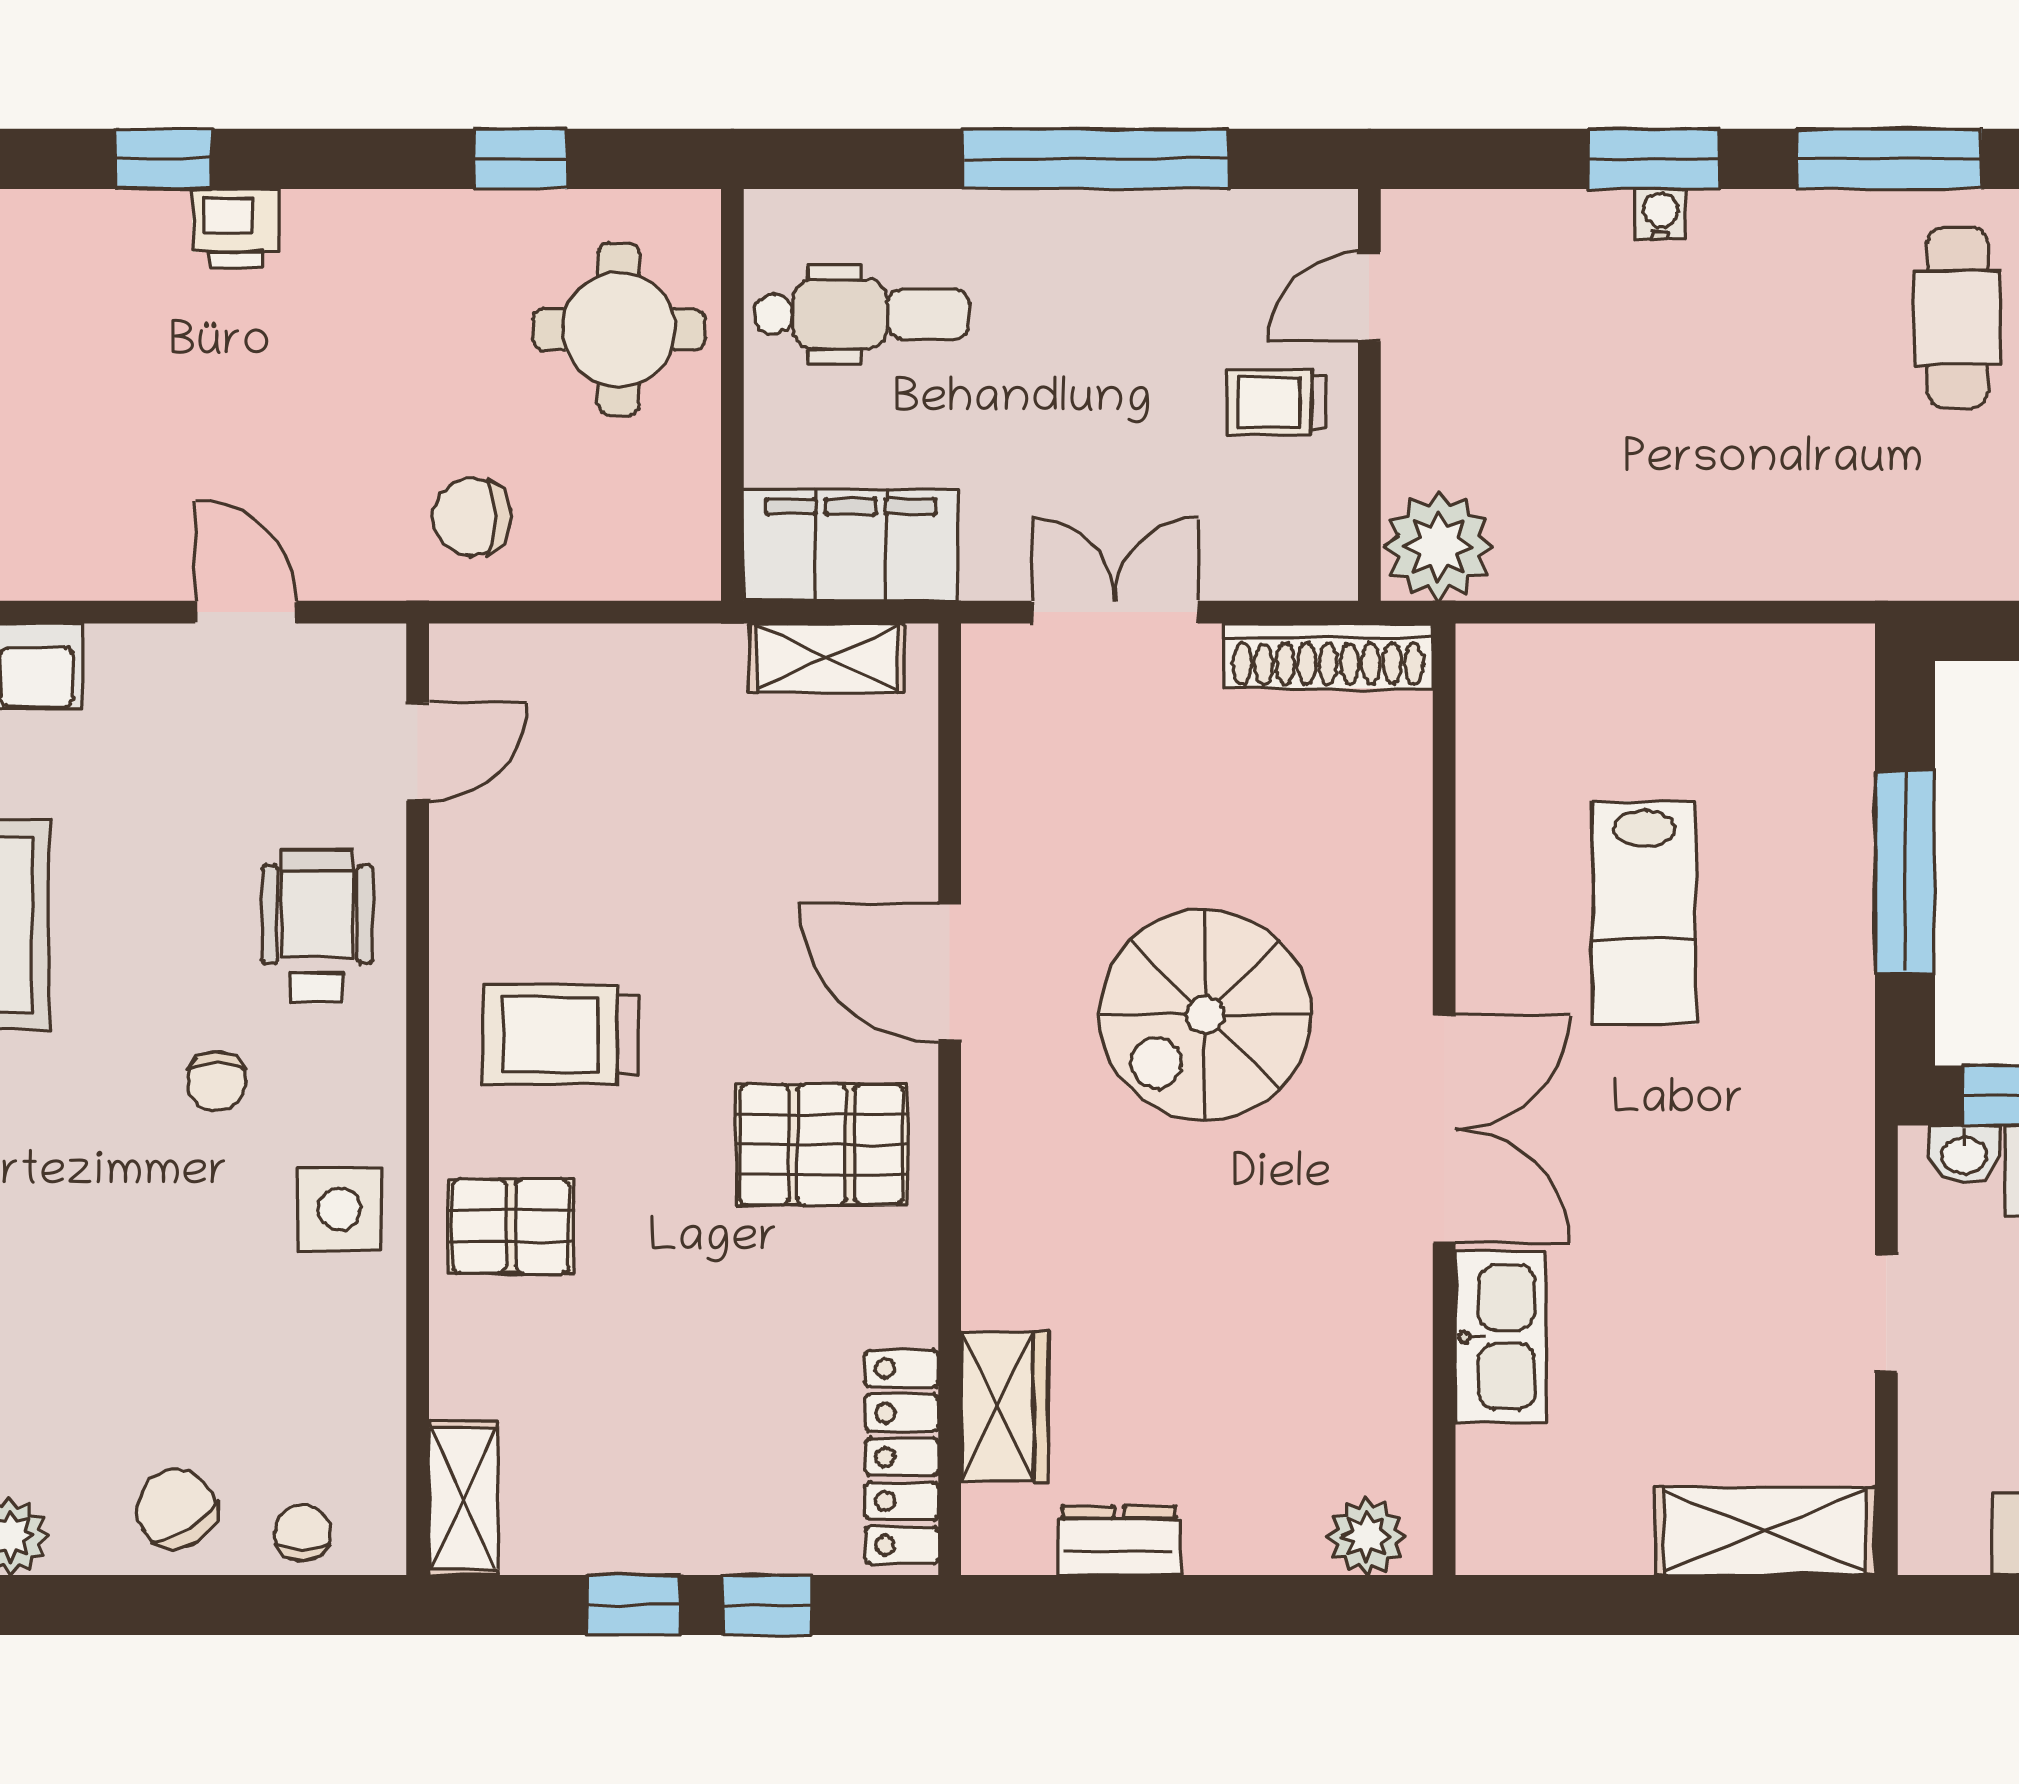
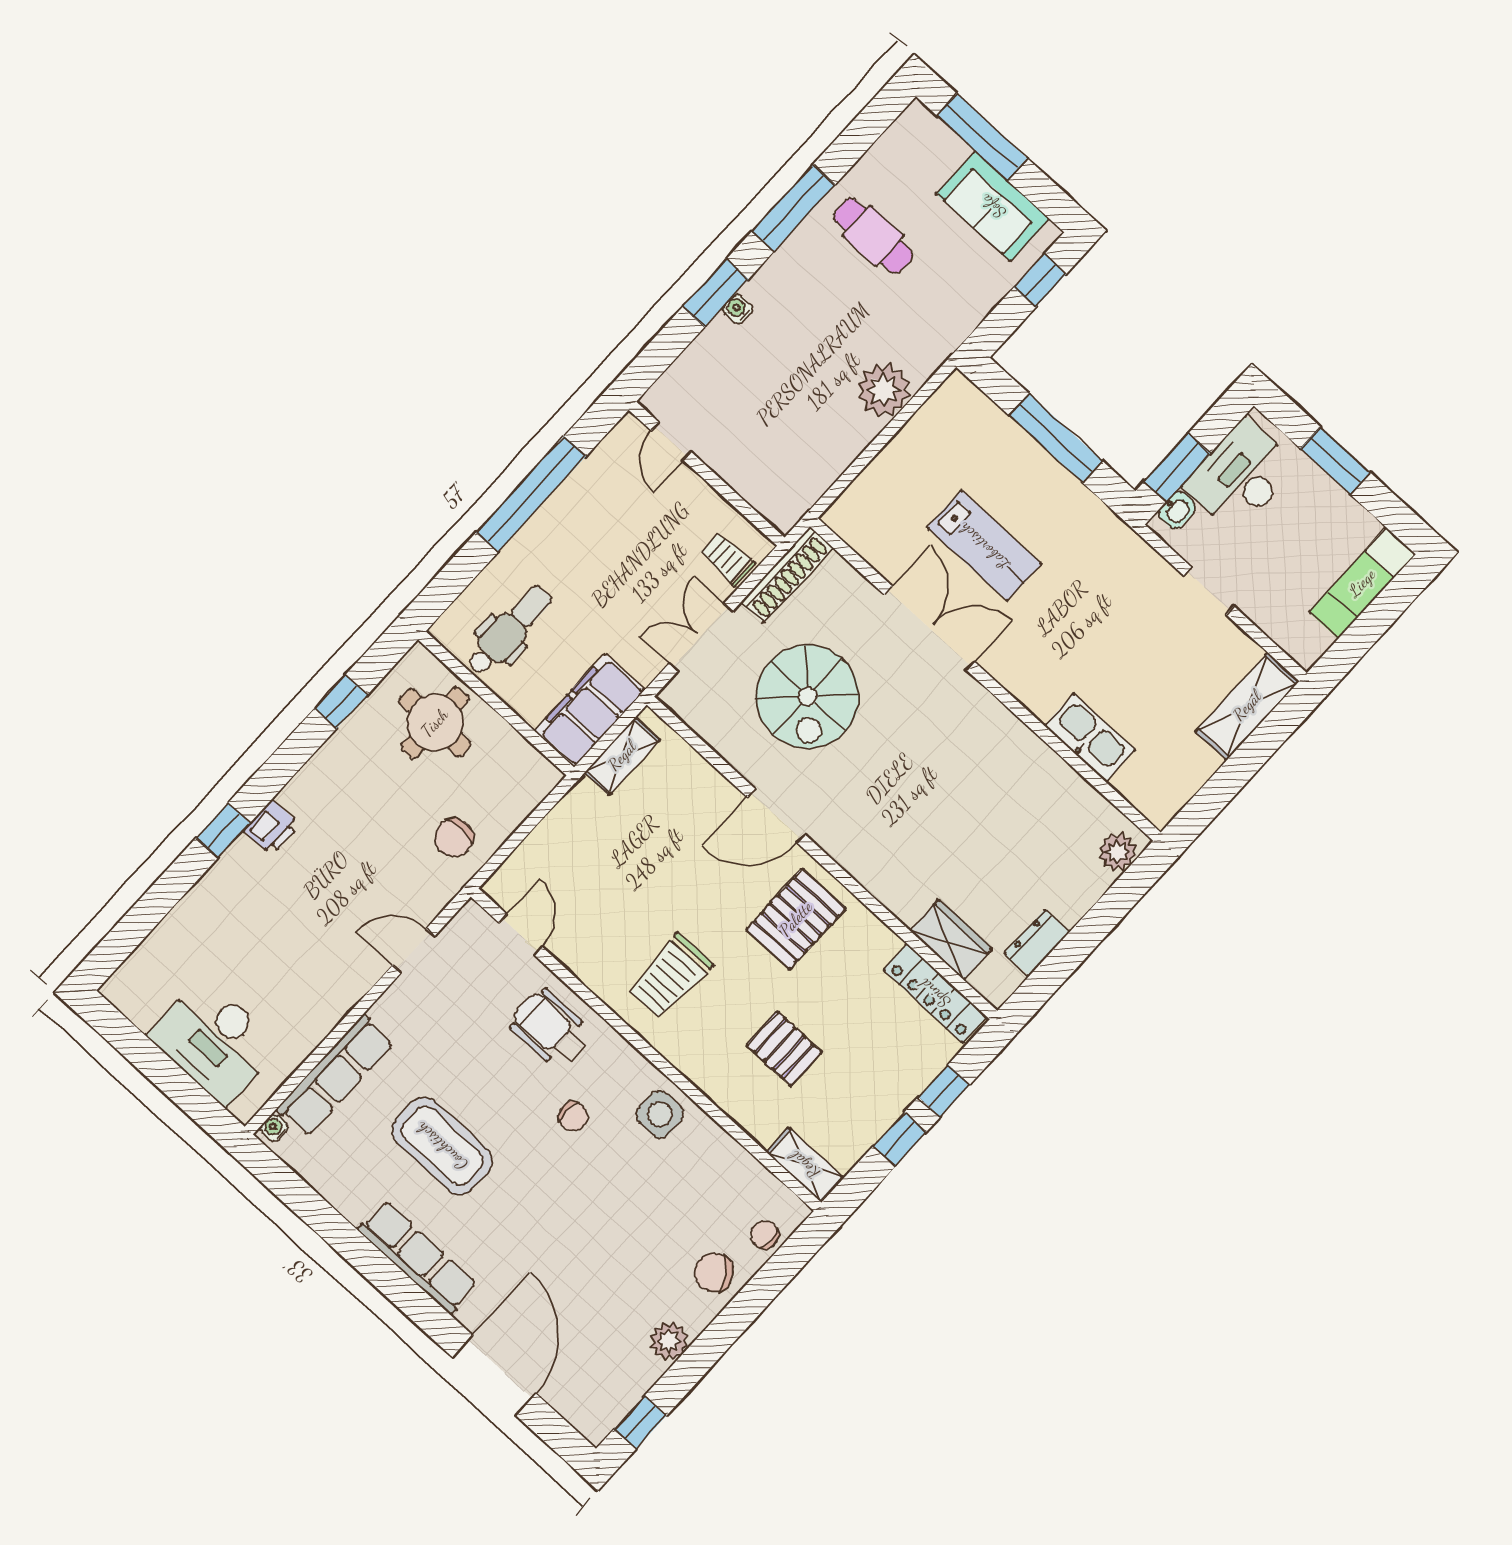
trolley: (1276, 402) -> (728, 559), moved, turned 90
plant: (1438, 546) -> (884, 390), moved
spiral stairs: (1205, 1015) -> (808, 697), moved
double door: (1444, 1129) -> (930, 628), moved
pallet: (511, 1226) -> (784, 1049), moved, turned 90

